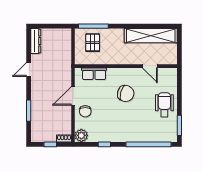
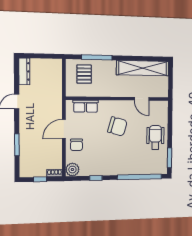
window: (93, 26) -> (97, 57), moved

